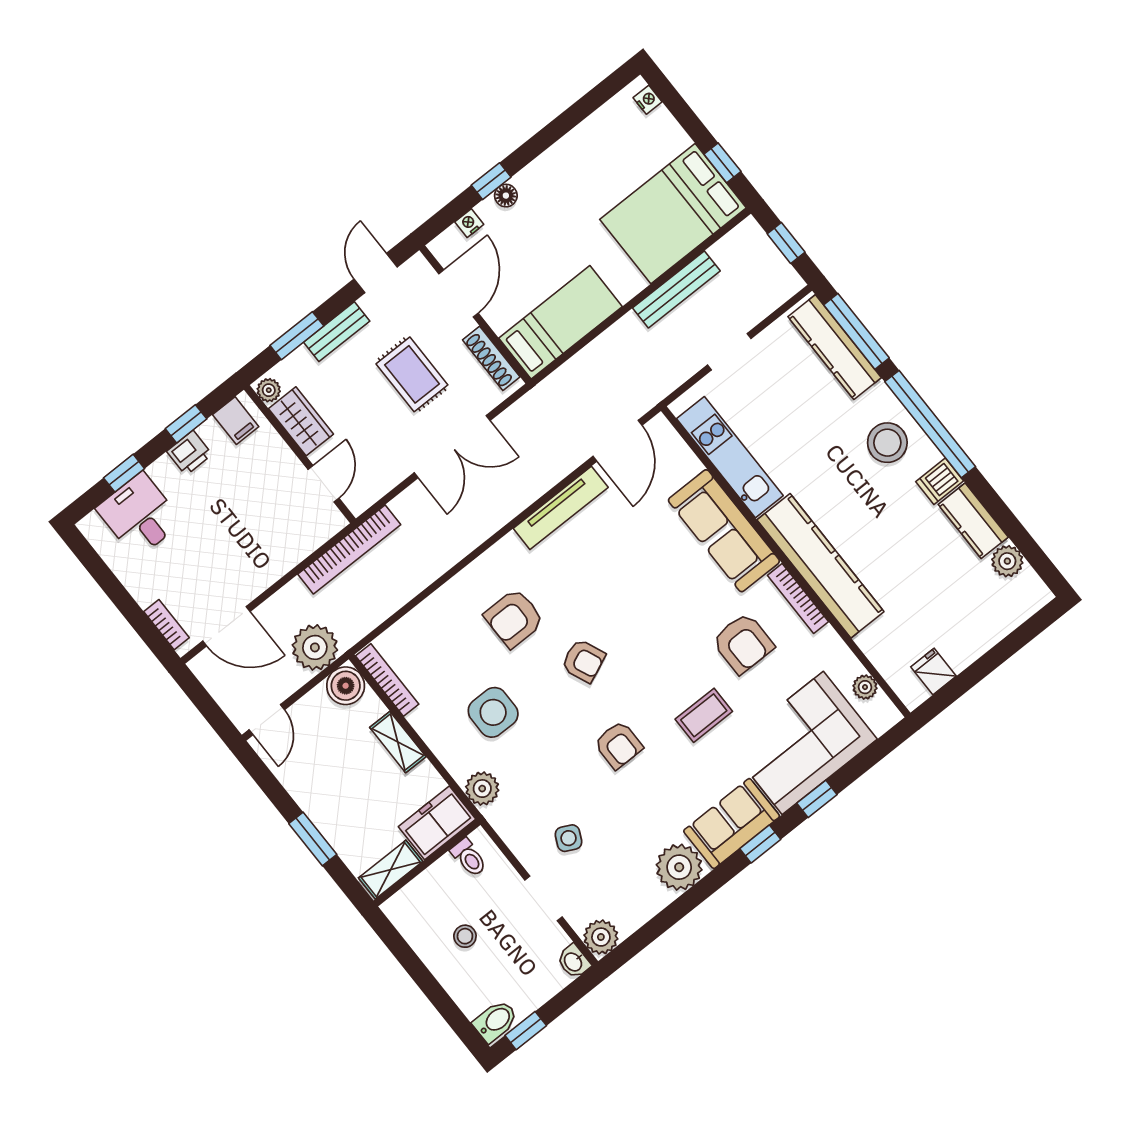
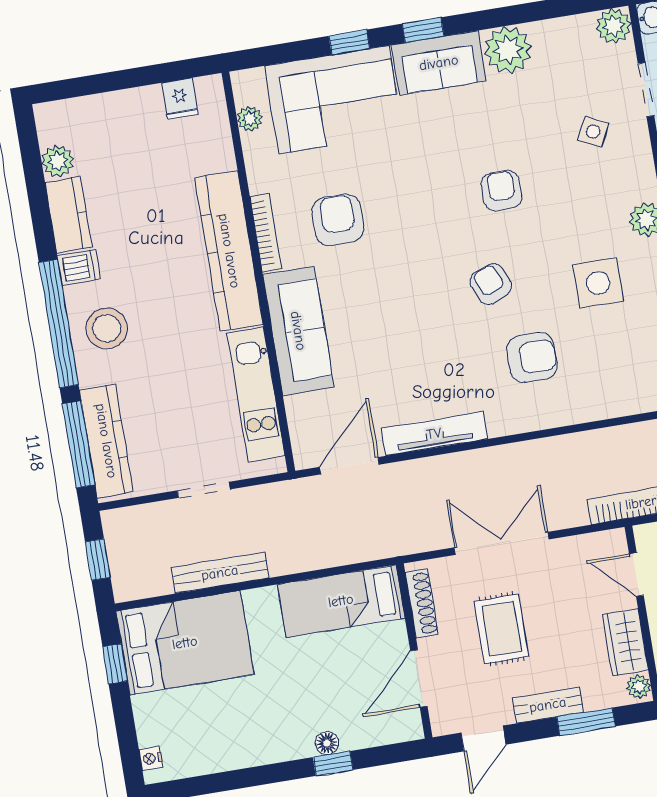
nightstand: (469, 223) -> (374, 737), removed
door: (323, 484) -> (636, 575), hinge flipped
coffee table: (704, 715) -> (409, 174), removed

